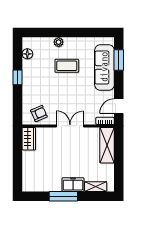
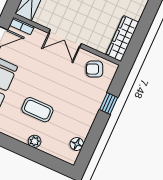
window: (18, 77) -> (109, 104), moved
wardrobe: (29, 139) -> (122, 39), width x1.50

